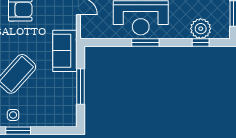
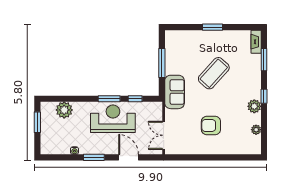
window: (201, 43) -> (135, 99), moved
side table: (13, 115) -> (217, 40), removed

